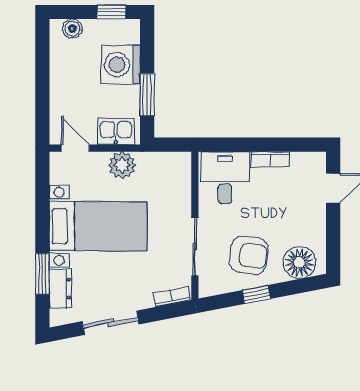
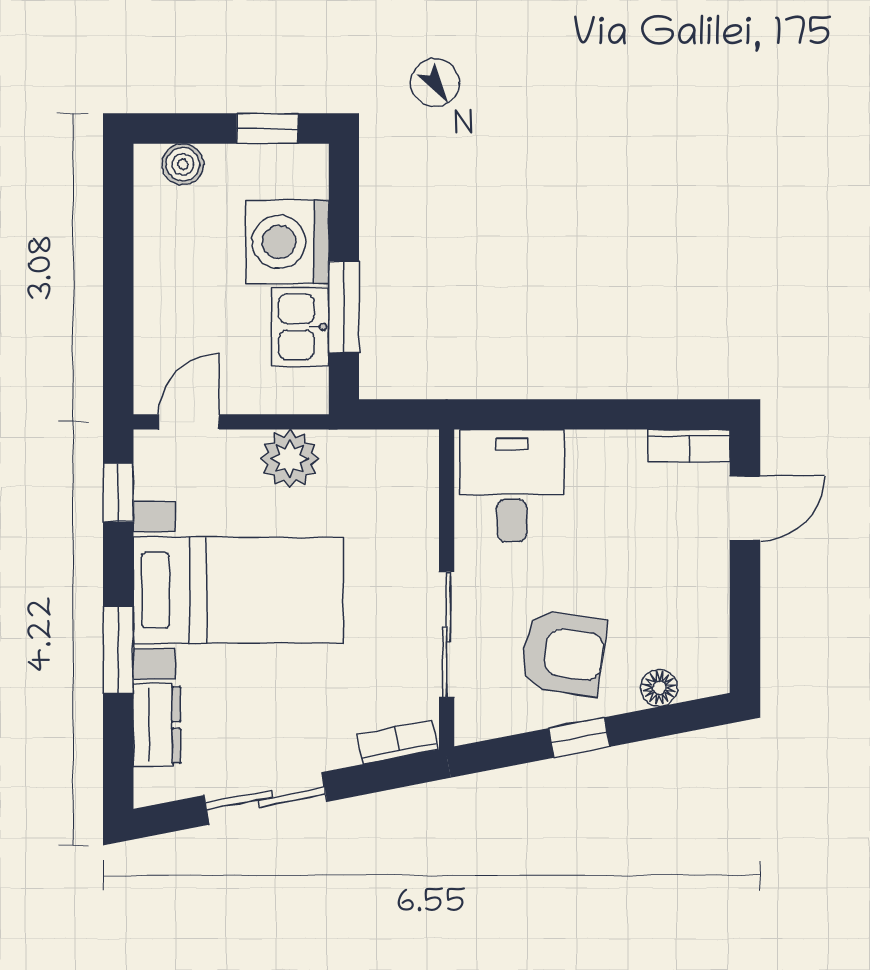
kitchen sink: (116, 131) -> (300, 327), moved, turned -90
door: (75, 148) -> (189, 422), hinge flipped
bookcase: (270, 159) -> (689, 446), moved
window: (42, 181) -> (118, 492), added
floor lamp: (299, 263) -> (659, 688), width x0.53, depth x0.53
window: (42, 274) -> (118, 650), moved

